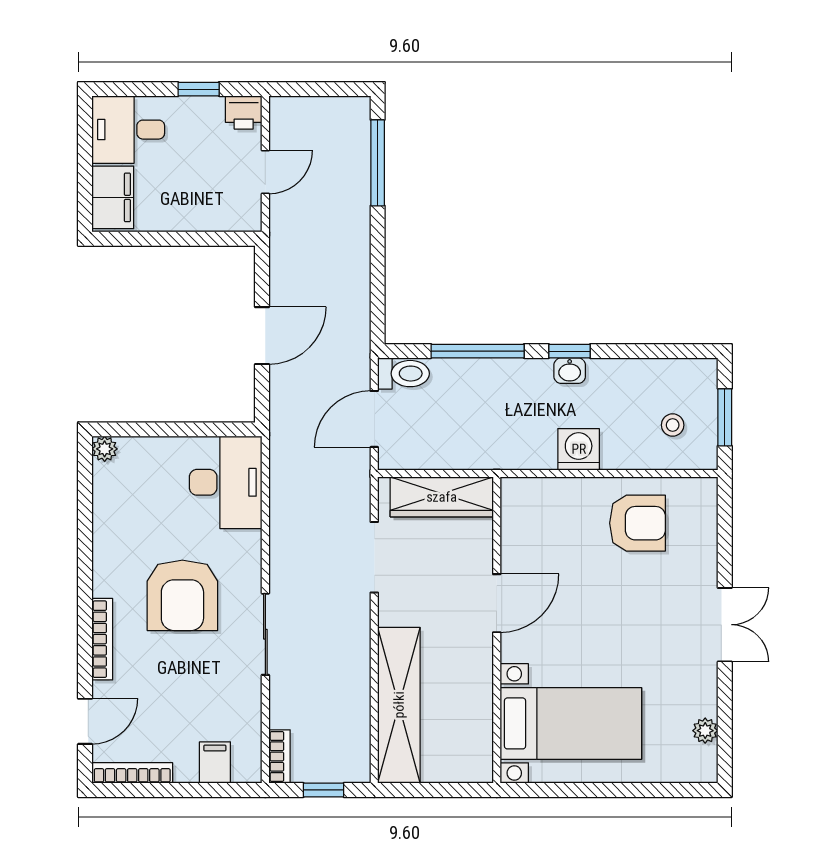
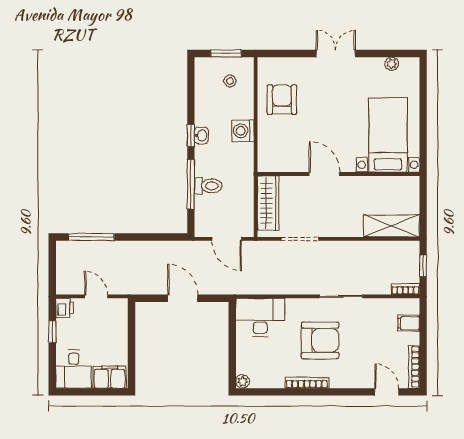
toilet: (403, 374) -> (208, 186), moved, turned 90
bookcase: (102, 639) -> (307, 383), moved
shelving: (399, 705) -> (391, 226), width x0.68

